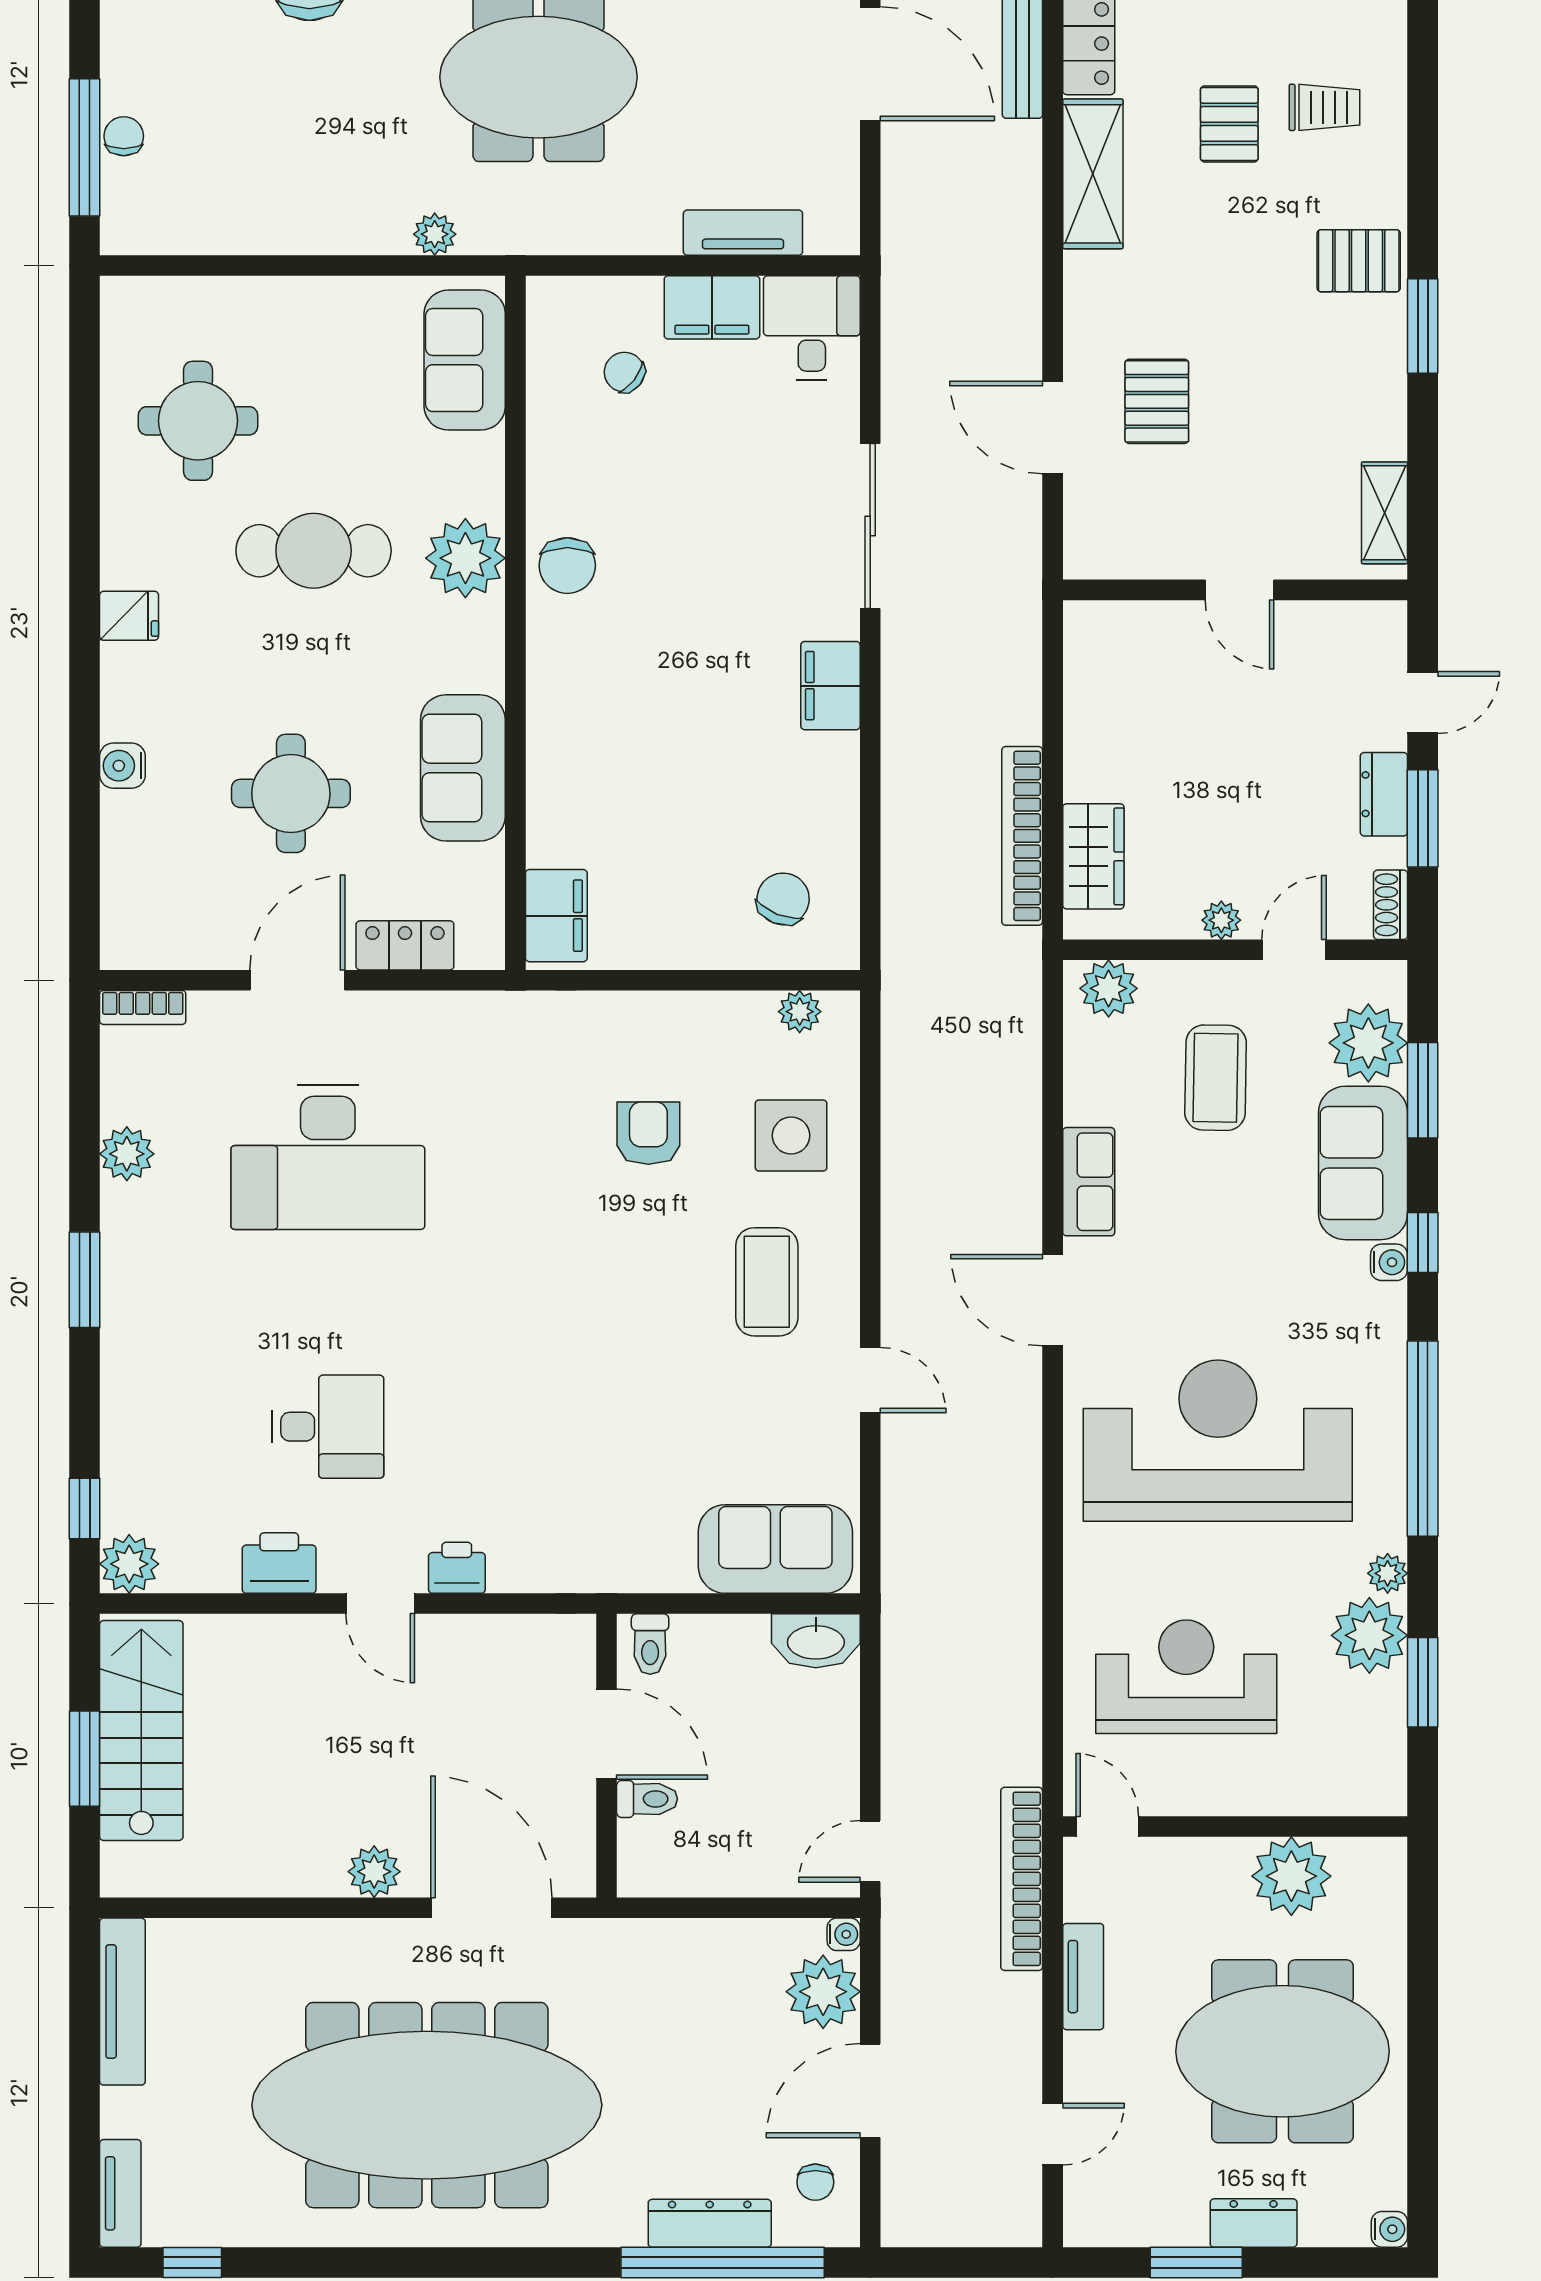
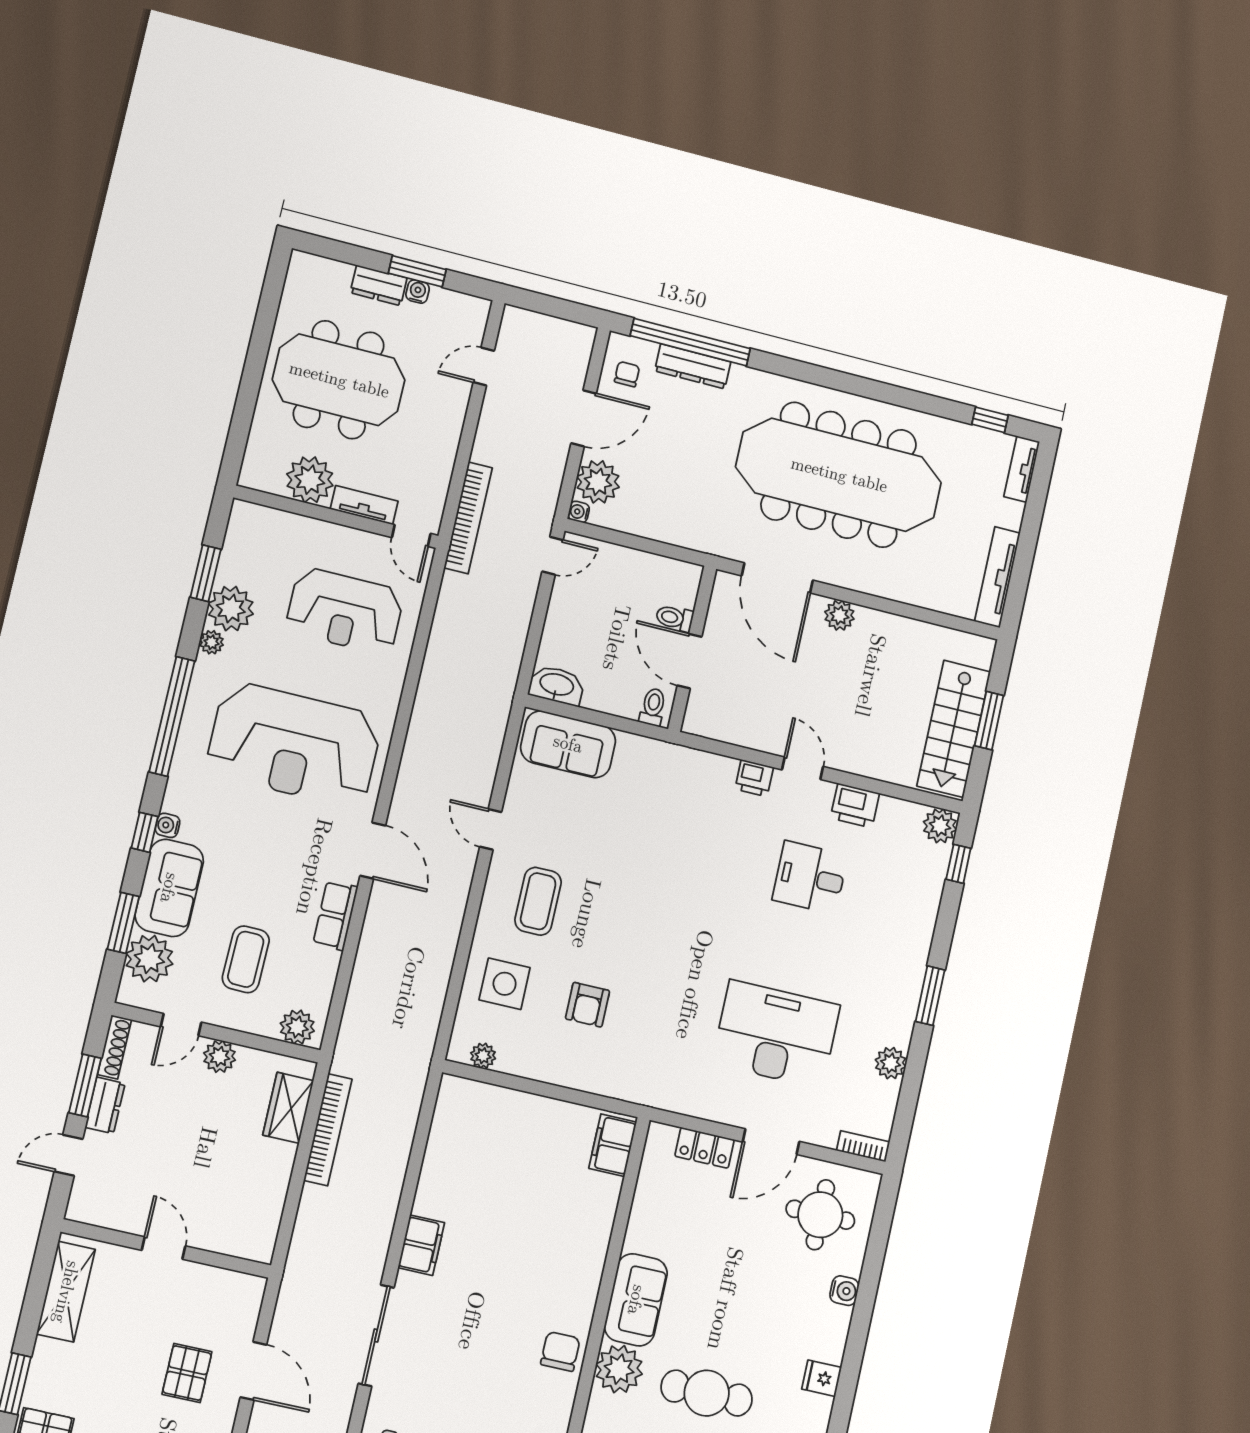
shelving: (1384, 513) -> (66, 1292), width x1.50, depth x1.33
sofa: (463, 768) -> (636, 1300), moved
round table: (291, 793) -> (820, 1215), moved
chair: (783, 899) -> (478, 1125), removed
shoe rack: (1391, 905) -> (114, 1047), width x1.43
plant: (1221, 920) -> (220, 1057), width x1.38, depth x1.38
tv unit: (1083, 1977) -> (364, 505), moved, turned 90
water cooler: (1389, 2229) -> (418, 292), moved, turned 90

